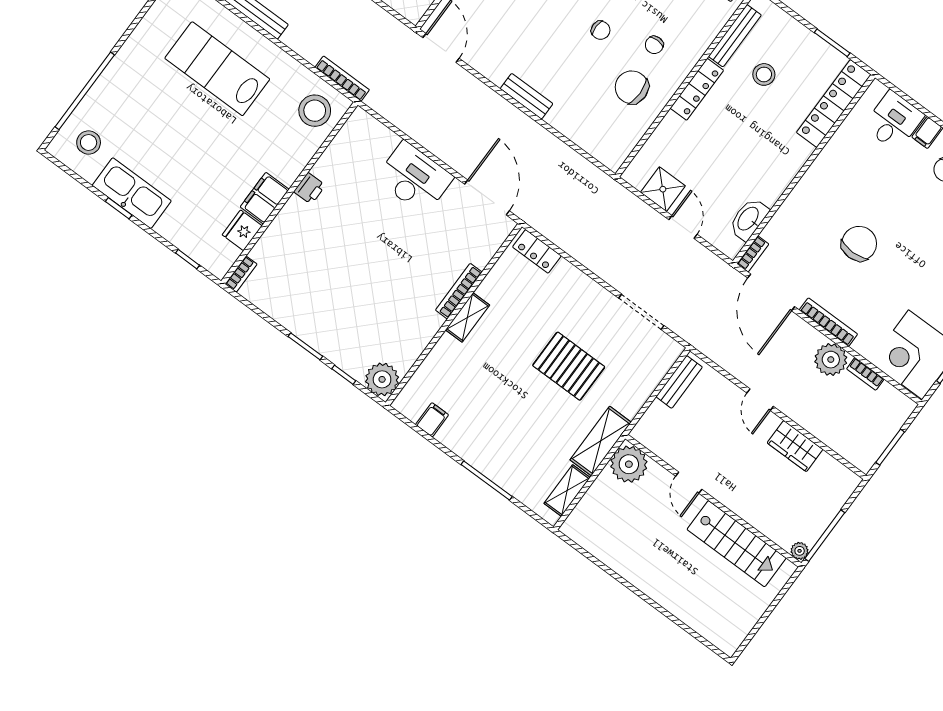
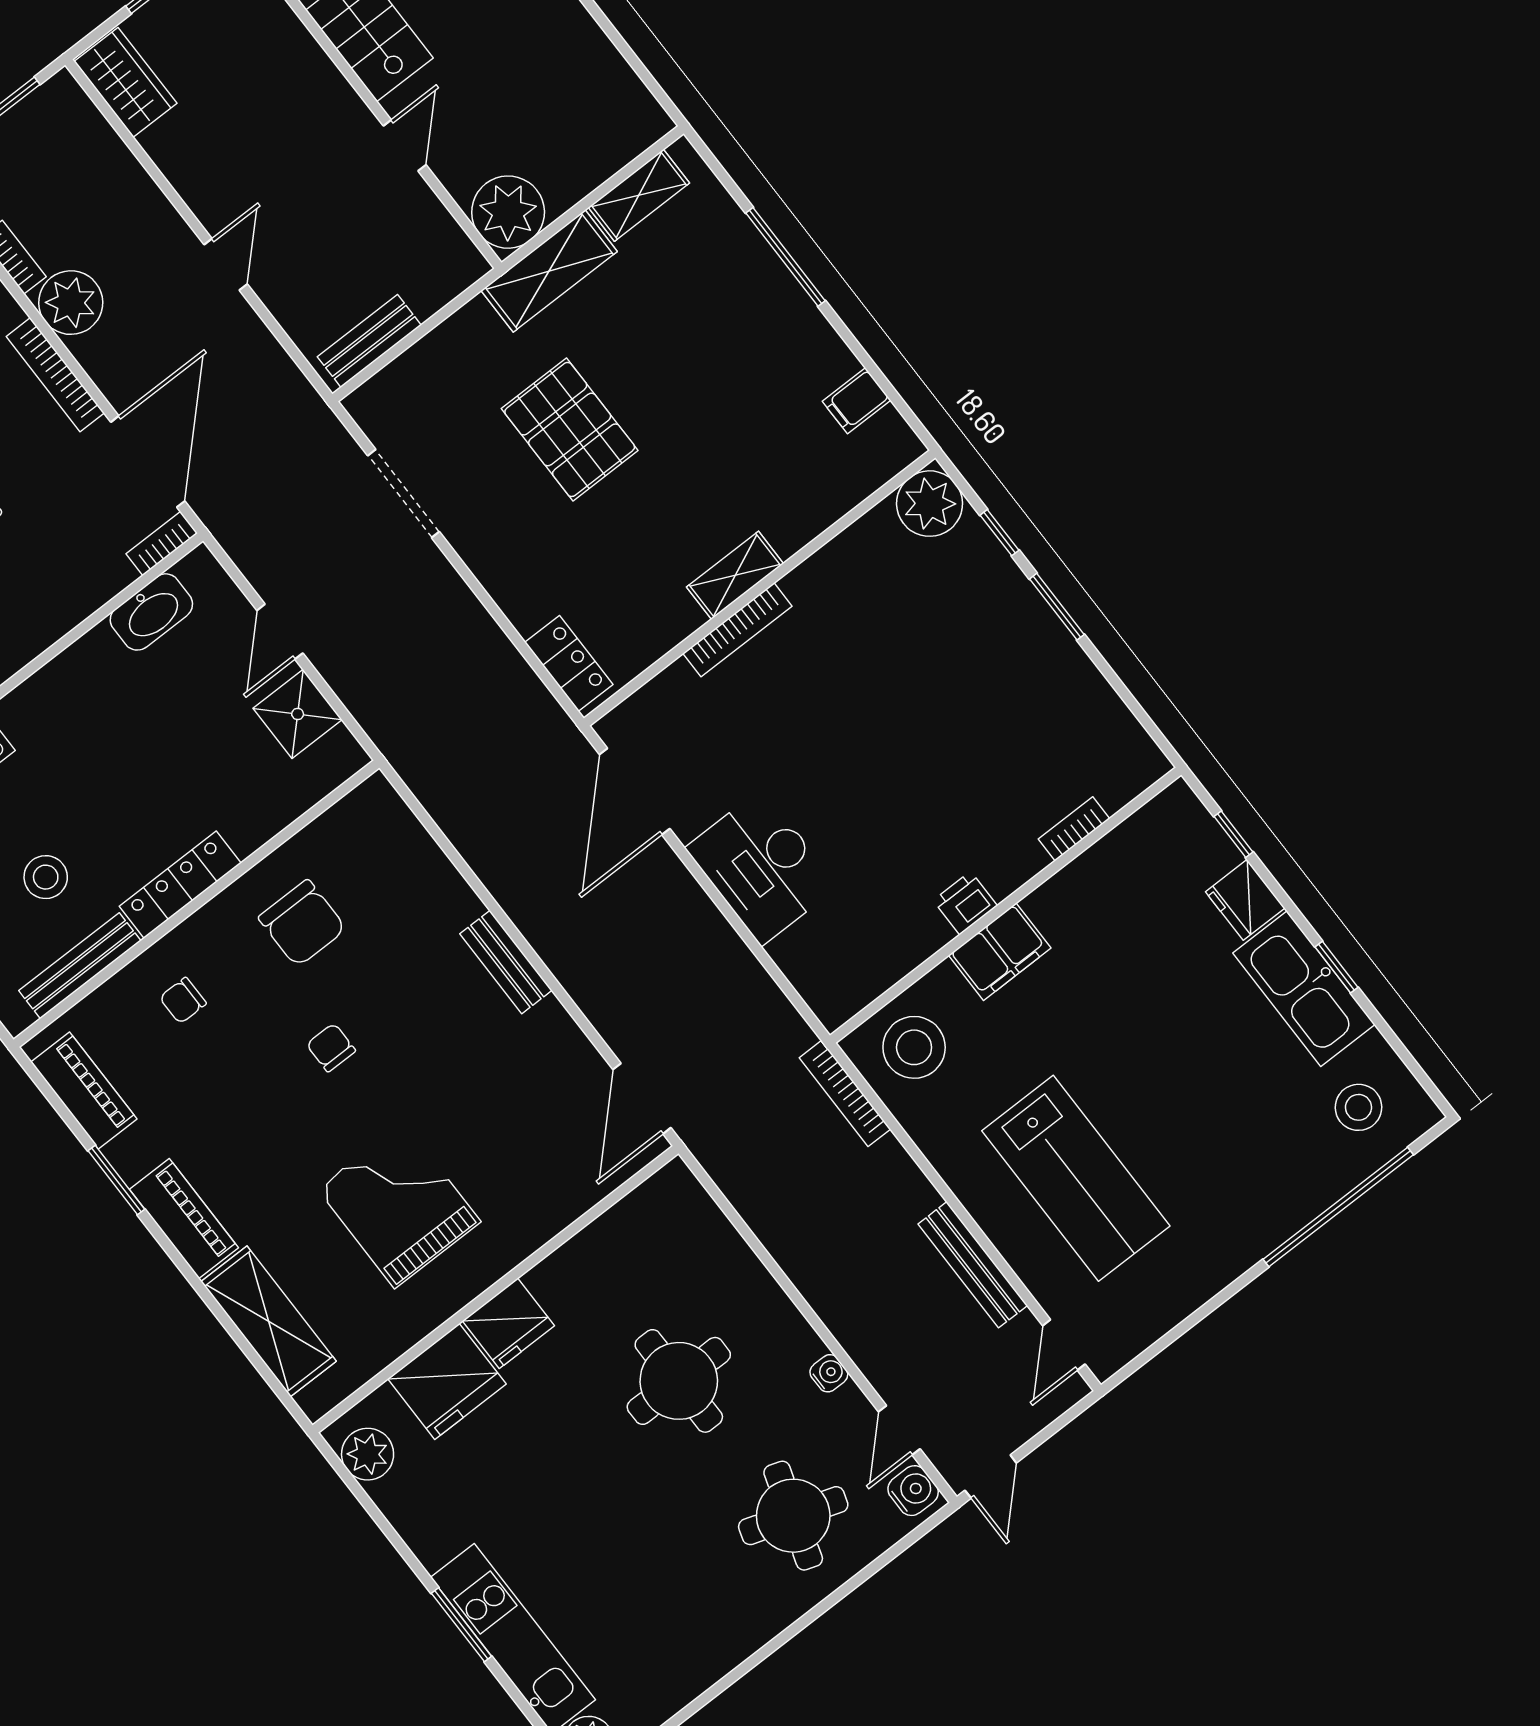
chair: (654, 45) -> (183, 1000), moved, turned 180
filing cabinet: (265, 198) -> (1000, 952), moved
fridge: (242, 230) -> (1245, 900), moved, turned 90
bookcase: (241, 274) -> (1074, 829), moved
wardrobe: (795, 446) -> (126, 82), moved

